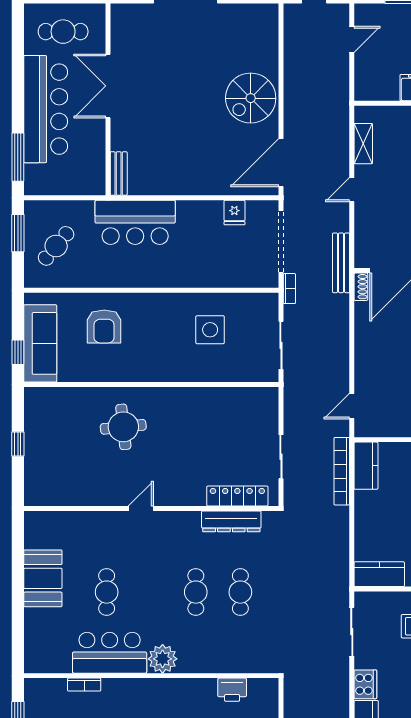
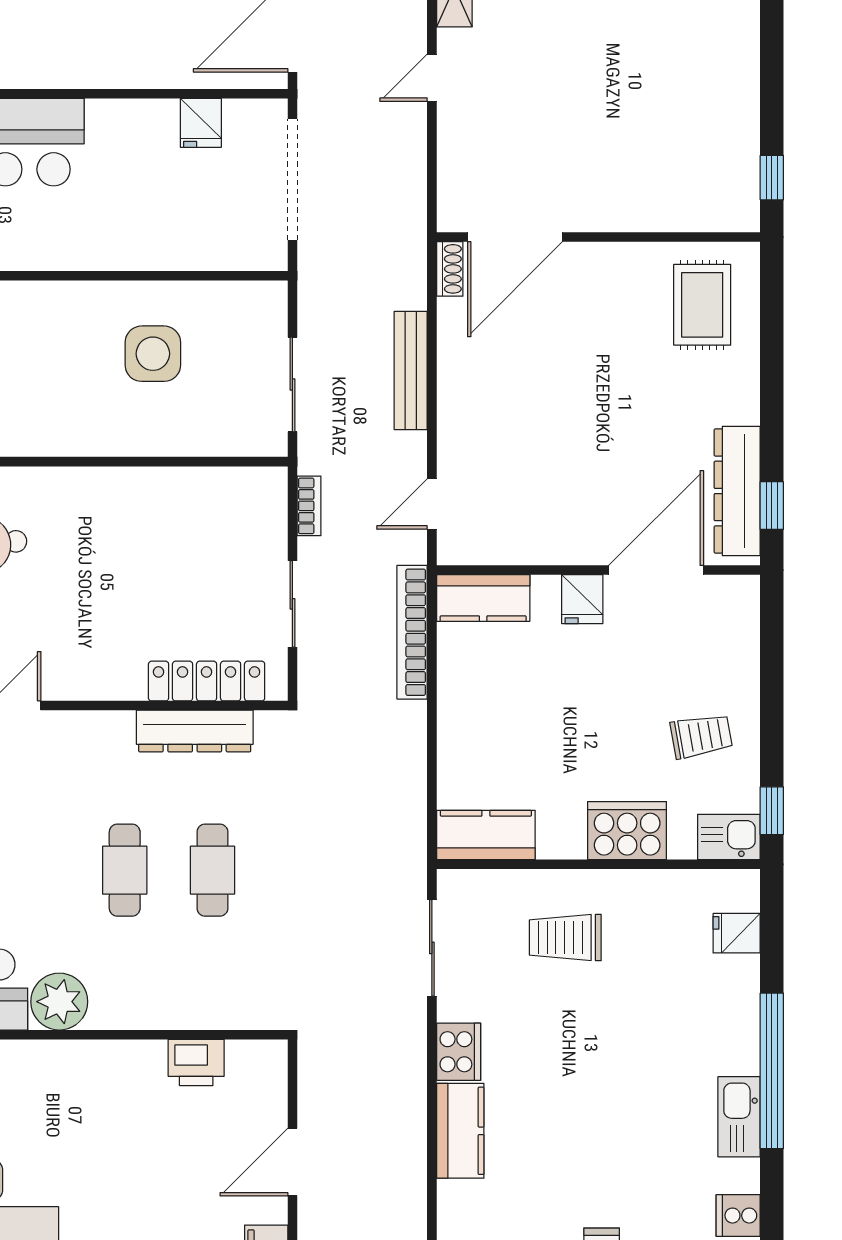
bench: (341, 263) -> (411, 371), moved
bookcase: (289, 289) -> (309, 506), moved
kitchen counter: (366, 466) -> (483, 598), moved, turned 90

